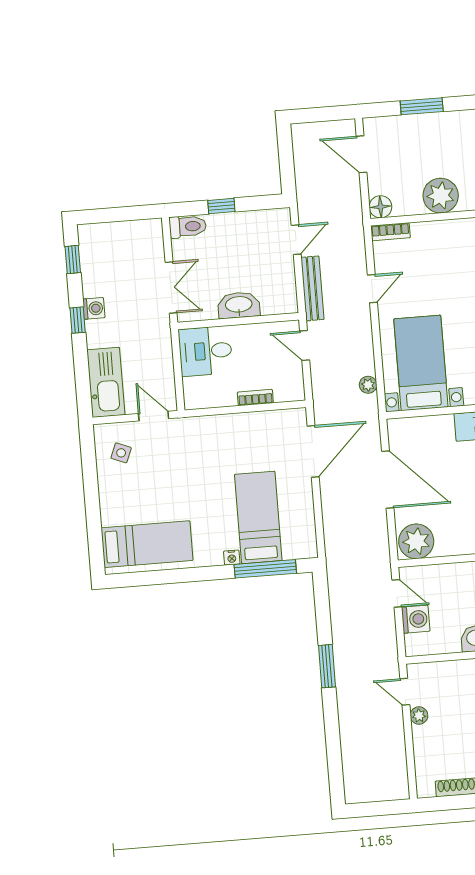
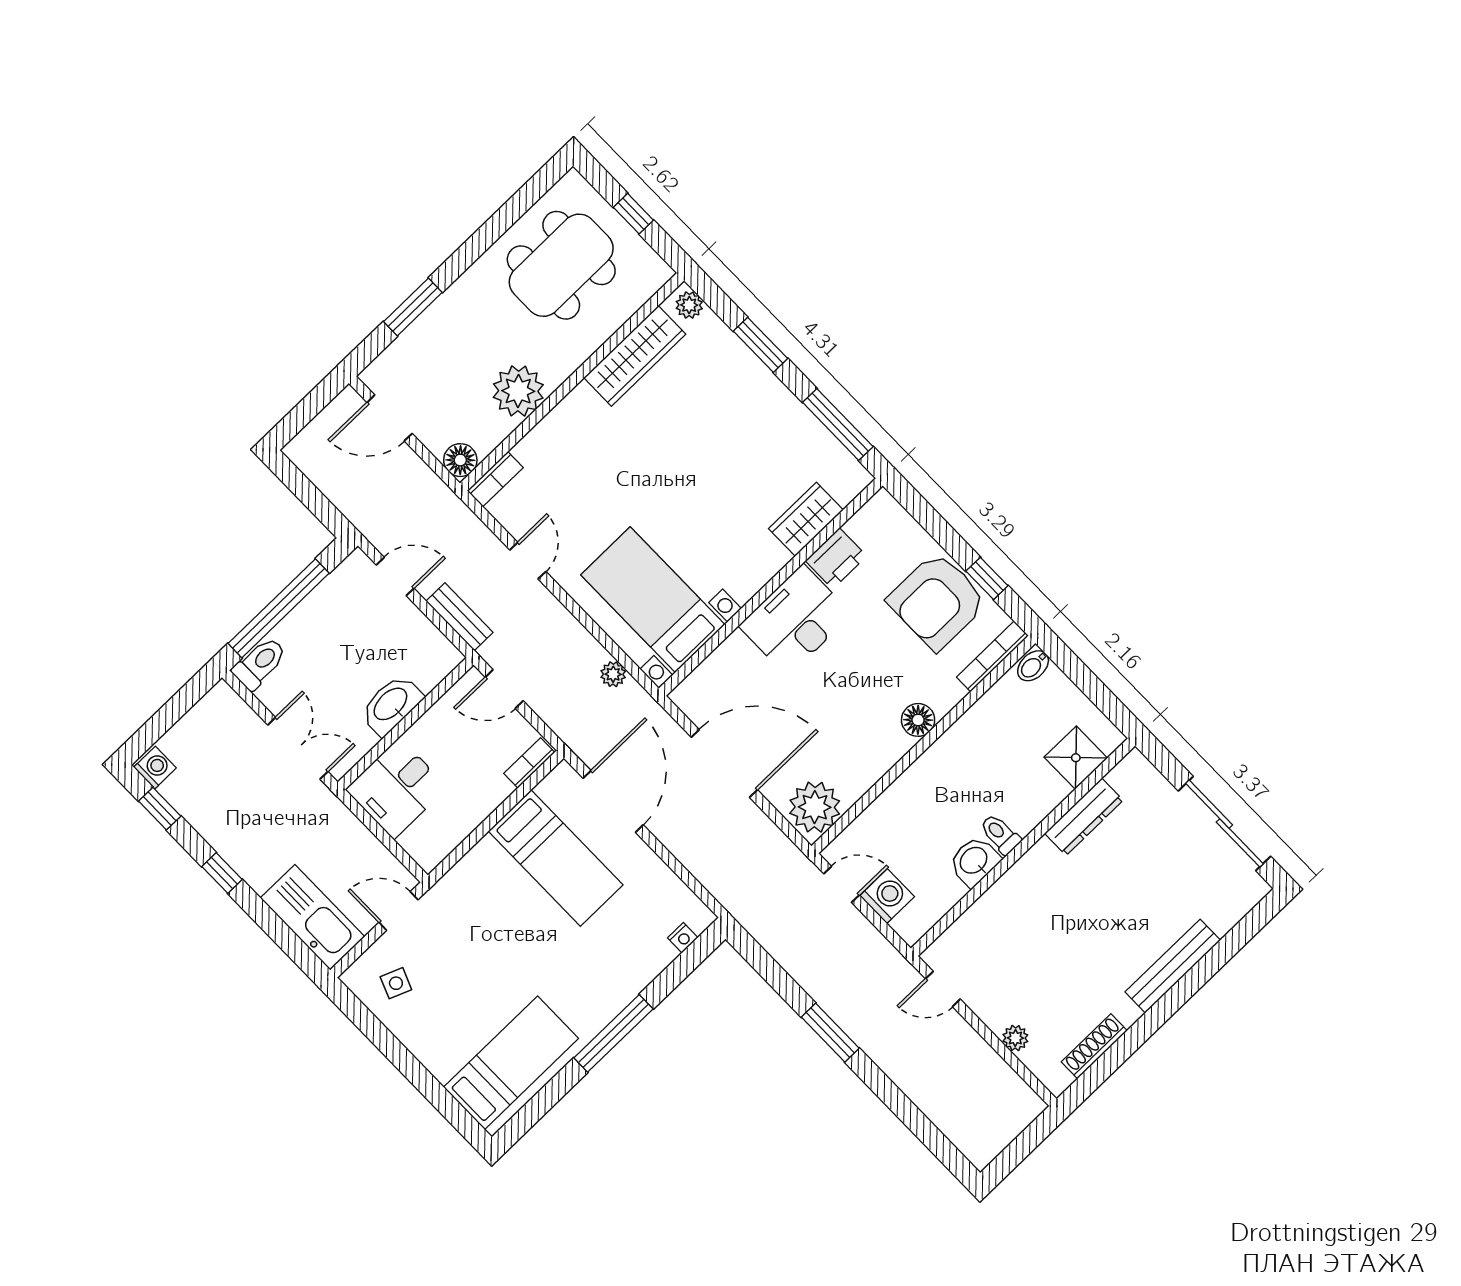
window: (221, 206) -> (279, 608), width x3.17
door: (296, 240) -> (395, 577), hinge flipped
bench: (312, 288) -> (459, 617), width x0.73
washing machine: (94, 308) -> (155, 768), moved
bookcase: (255, 398) -> (529, 763), moved
bed: (258, 517) -> (556, 858), moved, turned 180
nightstand: (232, 558) -> (683, 938), moved
window: (265, 569) -> (613, 1033), moved
plant: (419, 716) -> (1015, 1038), moved

